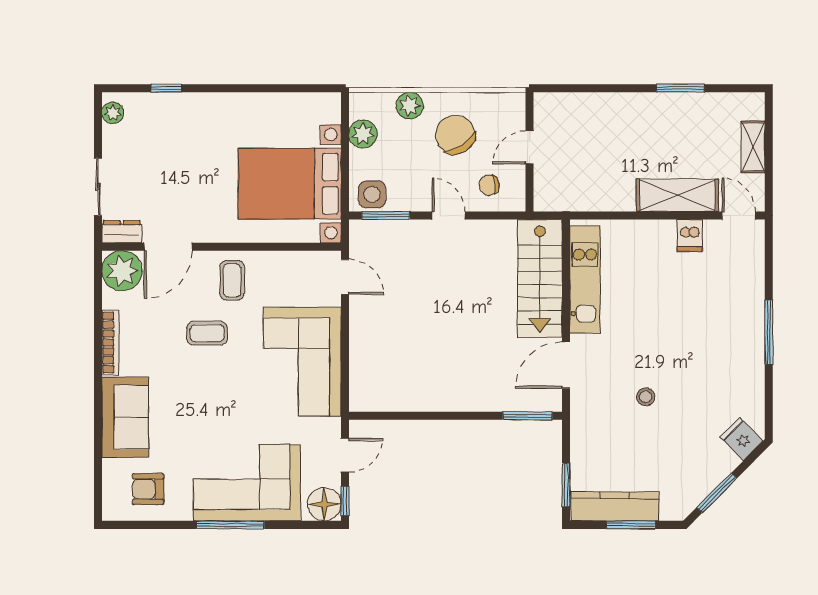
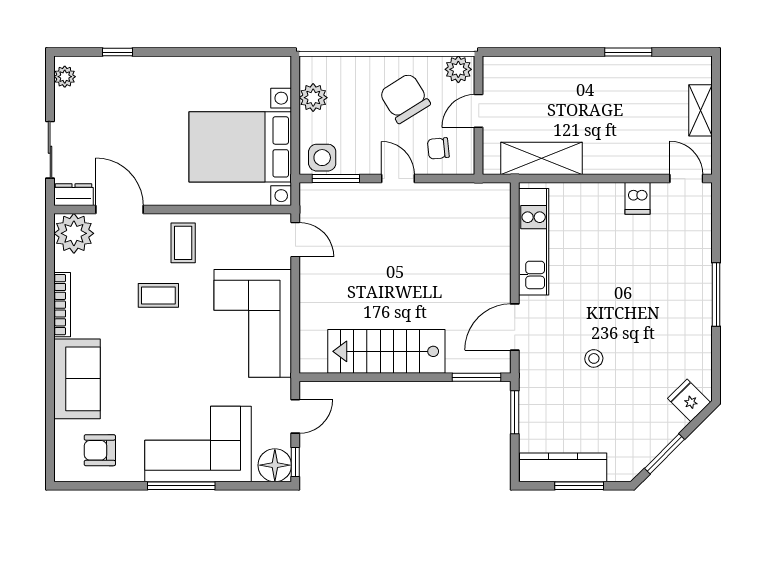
plant: (410, 106) -> (458, 69), moved
shelving: (677, 195) -> (541, 158), moved
door: (168, 247) -> (120, 210), swing flipped
stairs: (540, 278) -> (386, 351), moved, turned 90
window: (566, 485) -> (515, 412), moved

